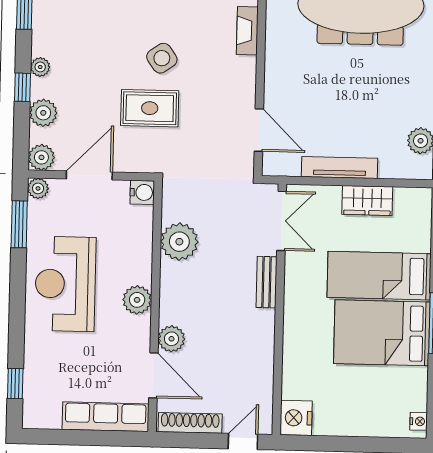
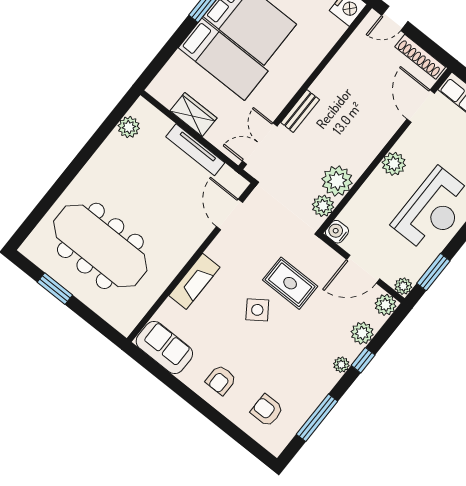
fireplace: (247, 31) -> (194, 281), width x1.37, depth x1.32
plant: (171, 339) -> (323, 206), moved

